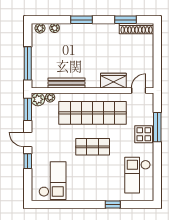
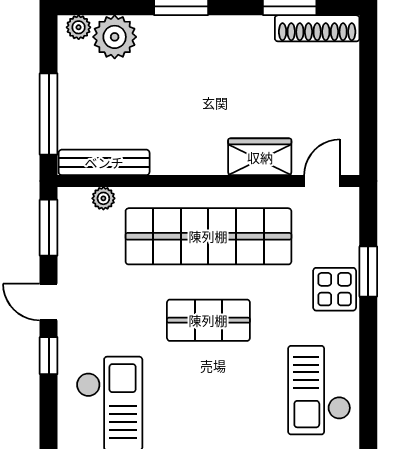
plant: (55, 28) -> (115, 37), width x1.88, depth x1.88
bench: (67, 83) -> (104, 162), moved
plant: (38, 99) -> (74, 203), removed
window: (157, 127) -> (368, 271), width x0.69

